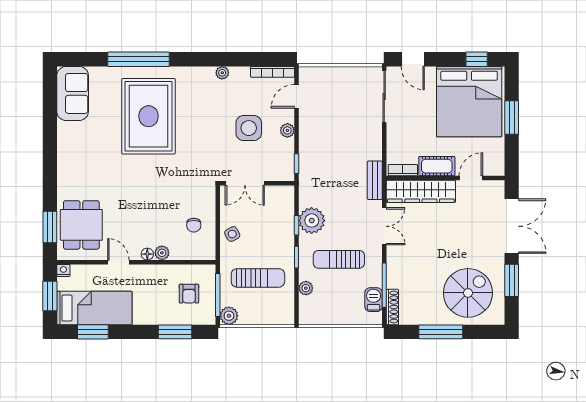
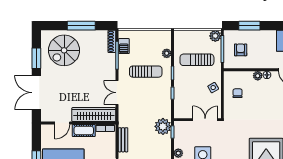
bench: (375, 180) -> (123, 140), moved
plant: (312, 221) -> (163, 126), moved

